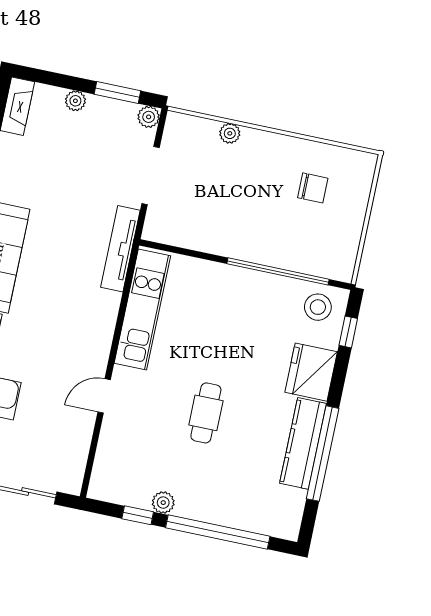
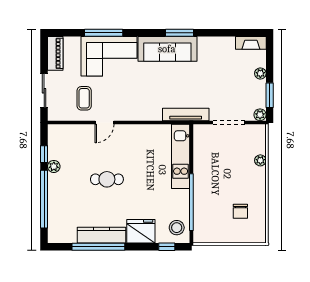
kitchen unit: (142, 309) -> (181, 156), moved, turned 90
door: (104, 396) -> (104, 122), swing flipped
coffee table: (54, 423) -> (84, 98), added

